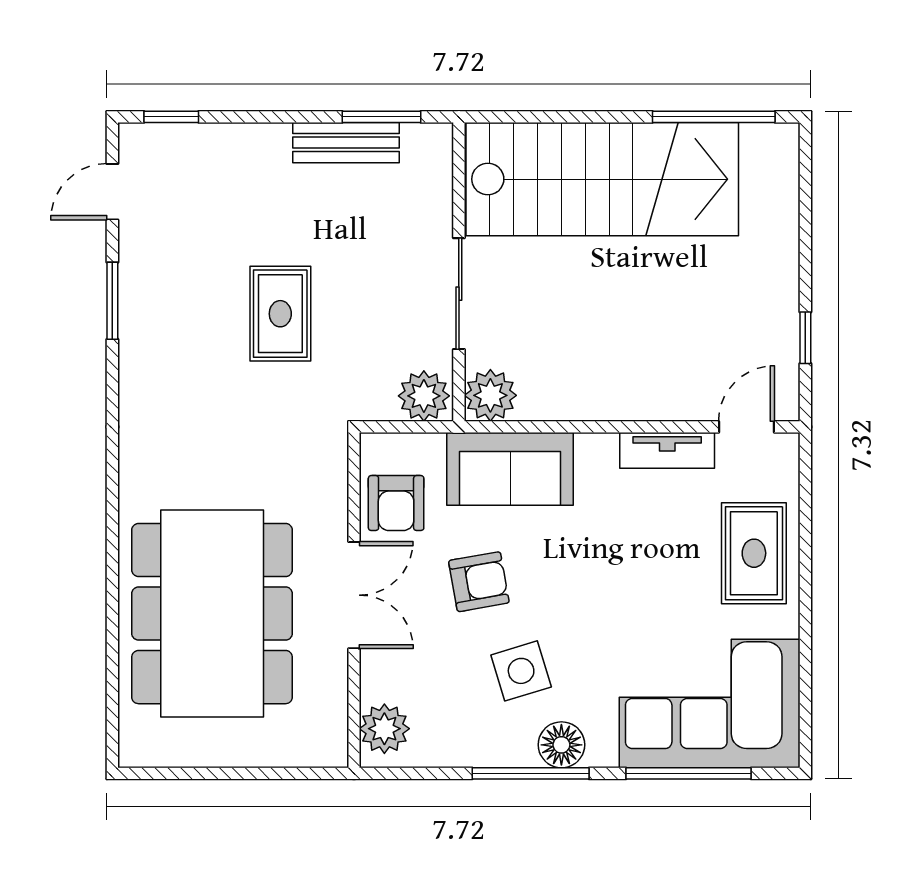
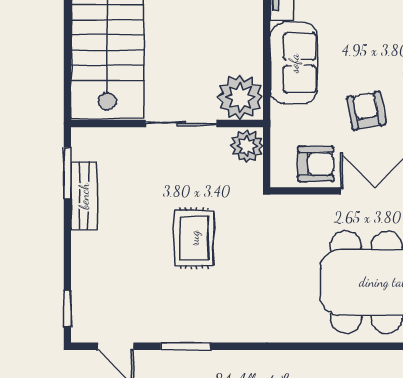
rug: (280, 314) -> (194, 238), turned 90
plant: (490, 395) -> (240, 97), width x1.36, depth x1.36
sofa: (510, 469) -> (294, 63), moved

